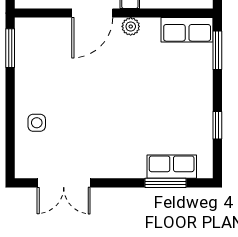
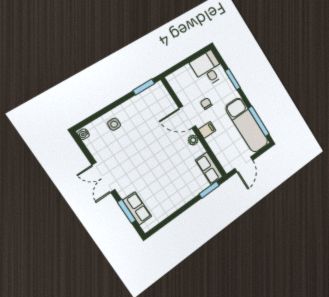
window: (217, 125) -> (173, 216), removed
water cooler: (25, 171) -> (83, 134), added
double door: (64, 183) -> (103, 177), moved

